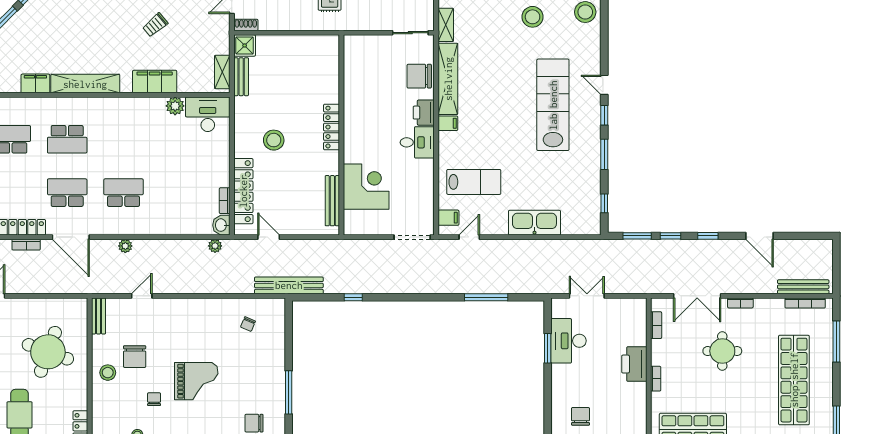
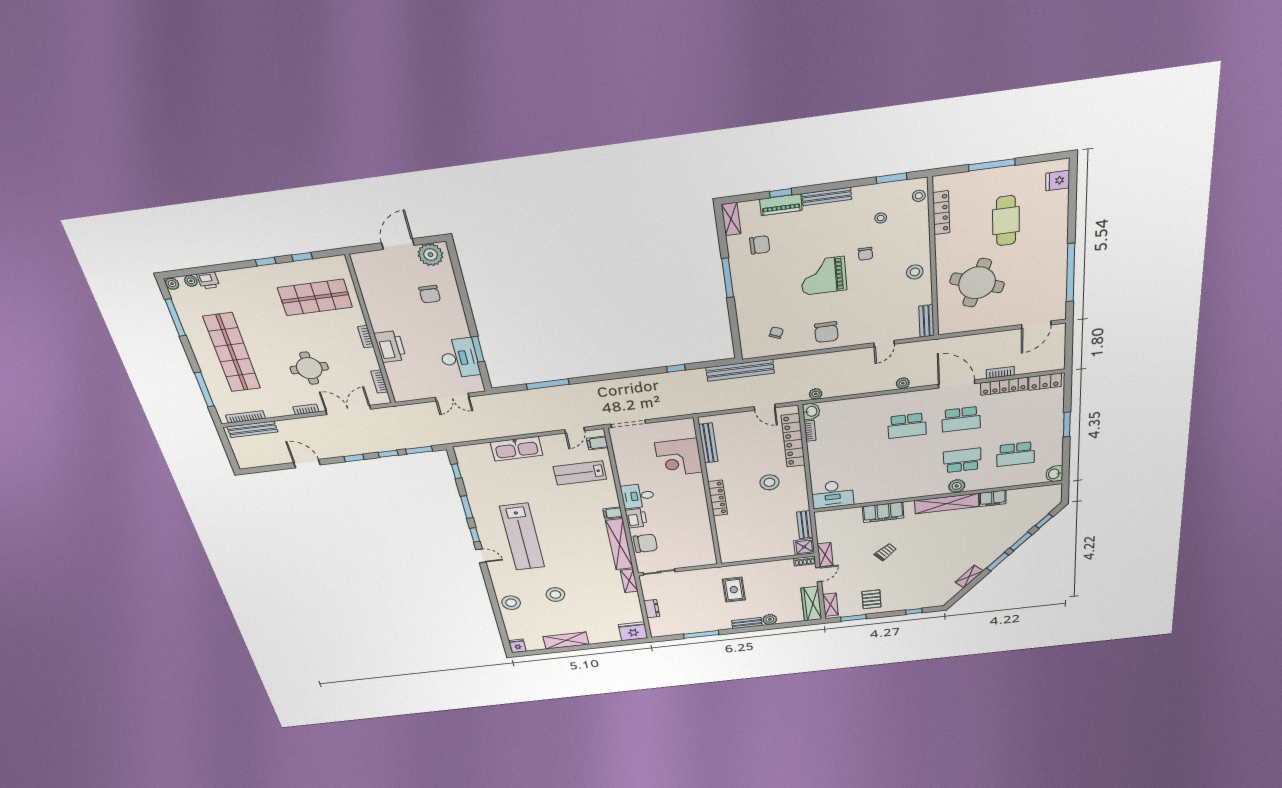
shelving: (222, 72) -> (825, 555), moved
plant: (175, 106) -> (957, 486), moved
chair: (135, 357) -> (826, 332), moved, turned 180

